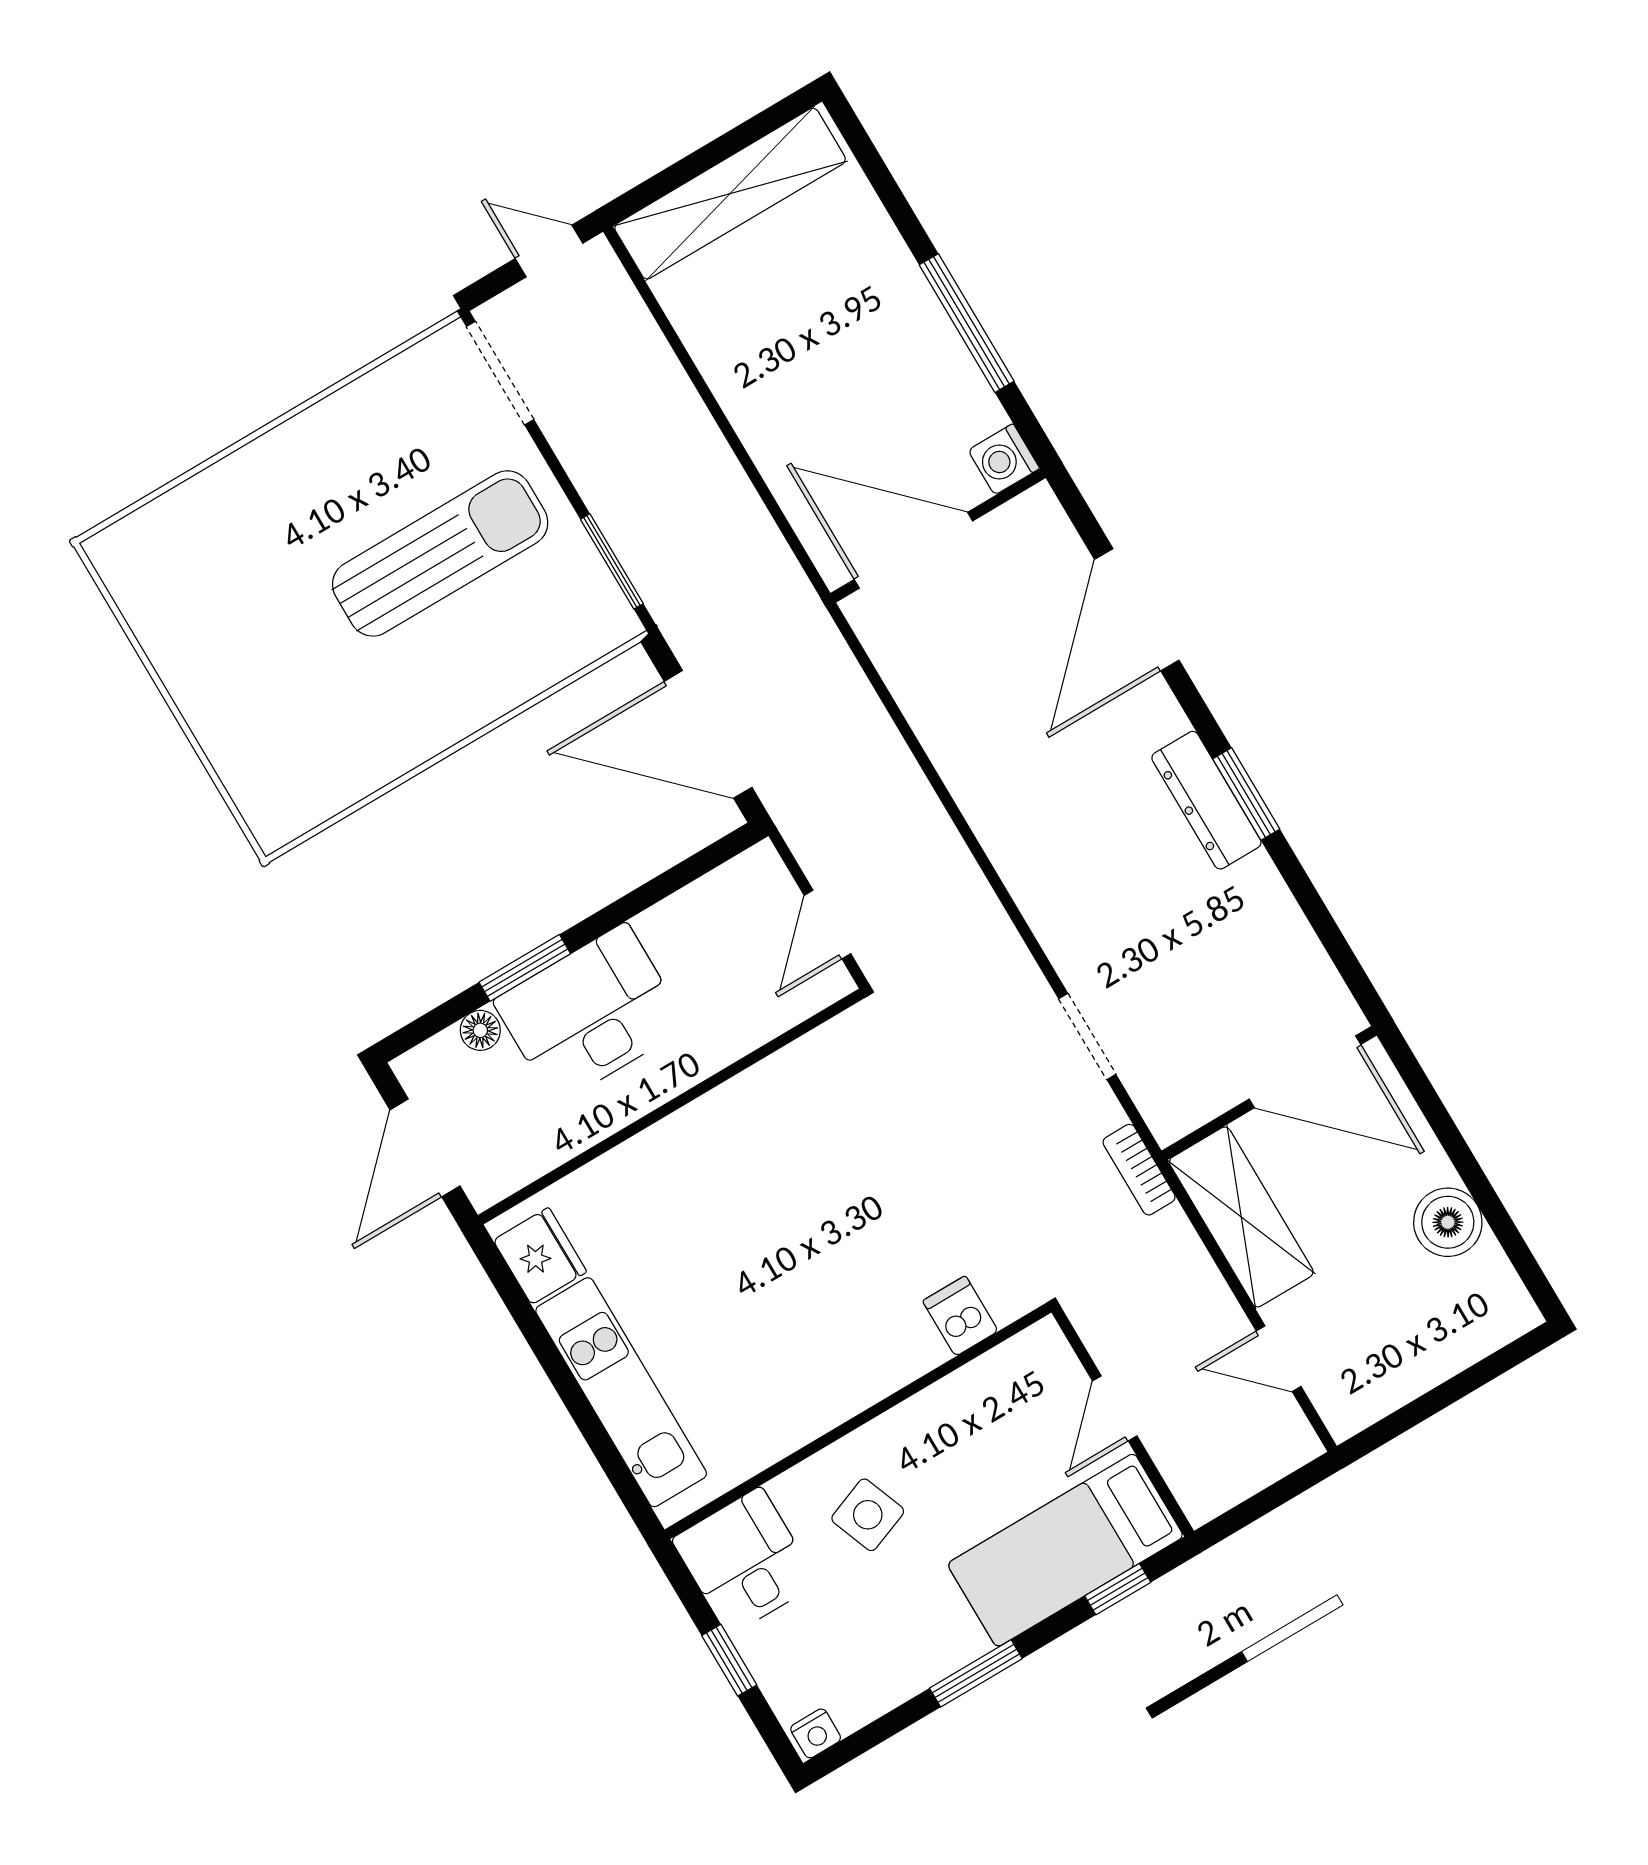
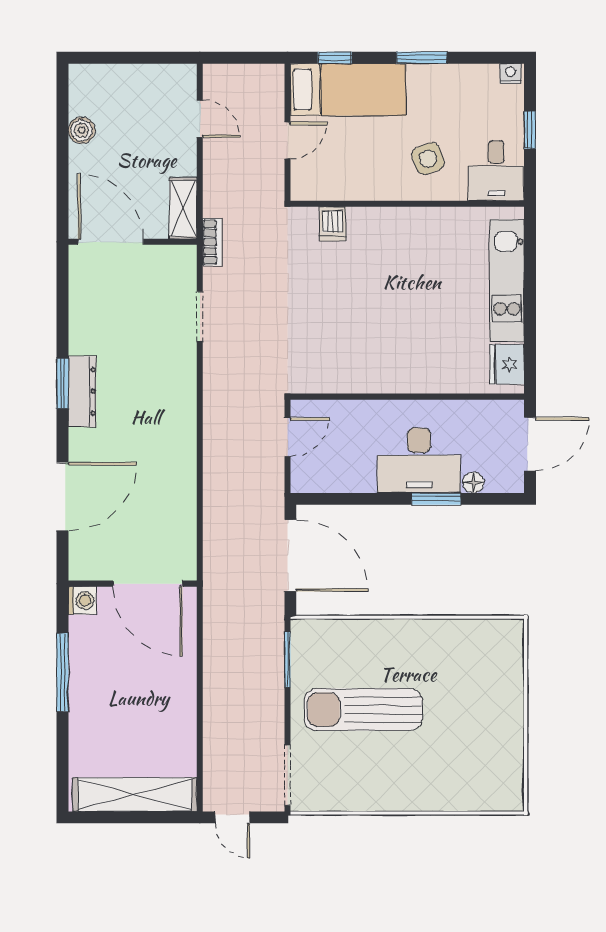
shelving: (1241, 1217) -> (183, 208), width x0.67, depth x0.75
boiler: (1448, 1222) -> (82, 130), width x0.73, depth x0.73

